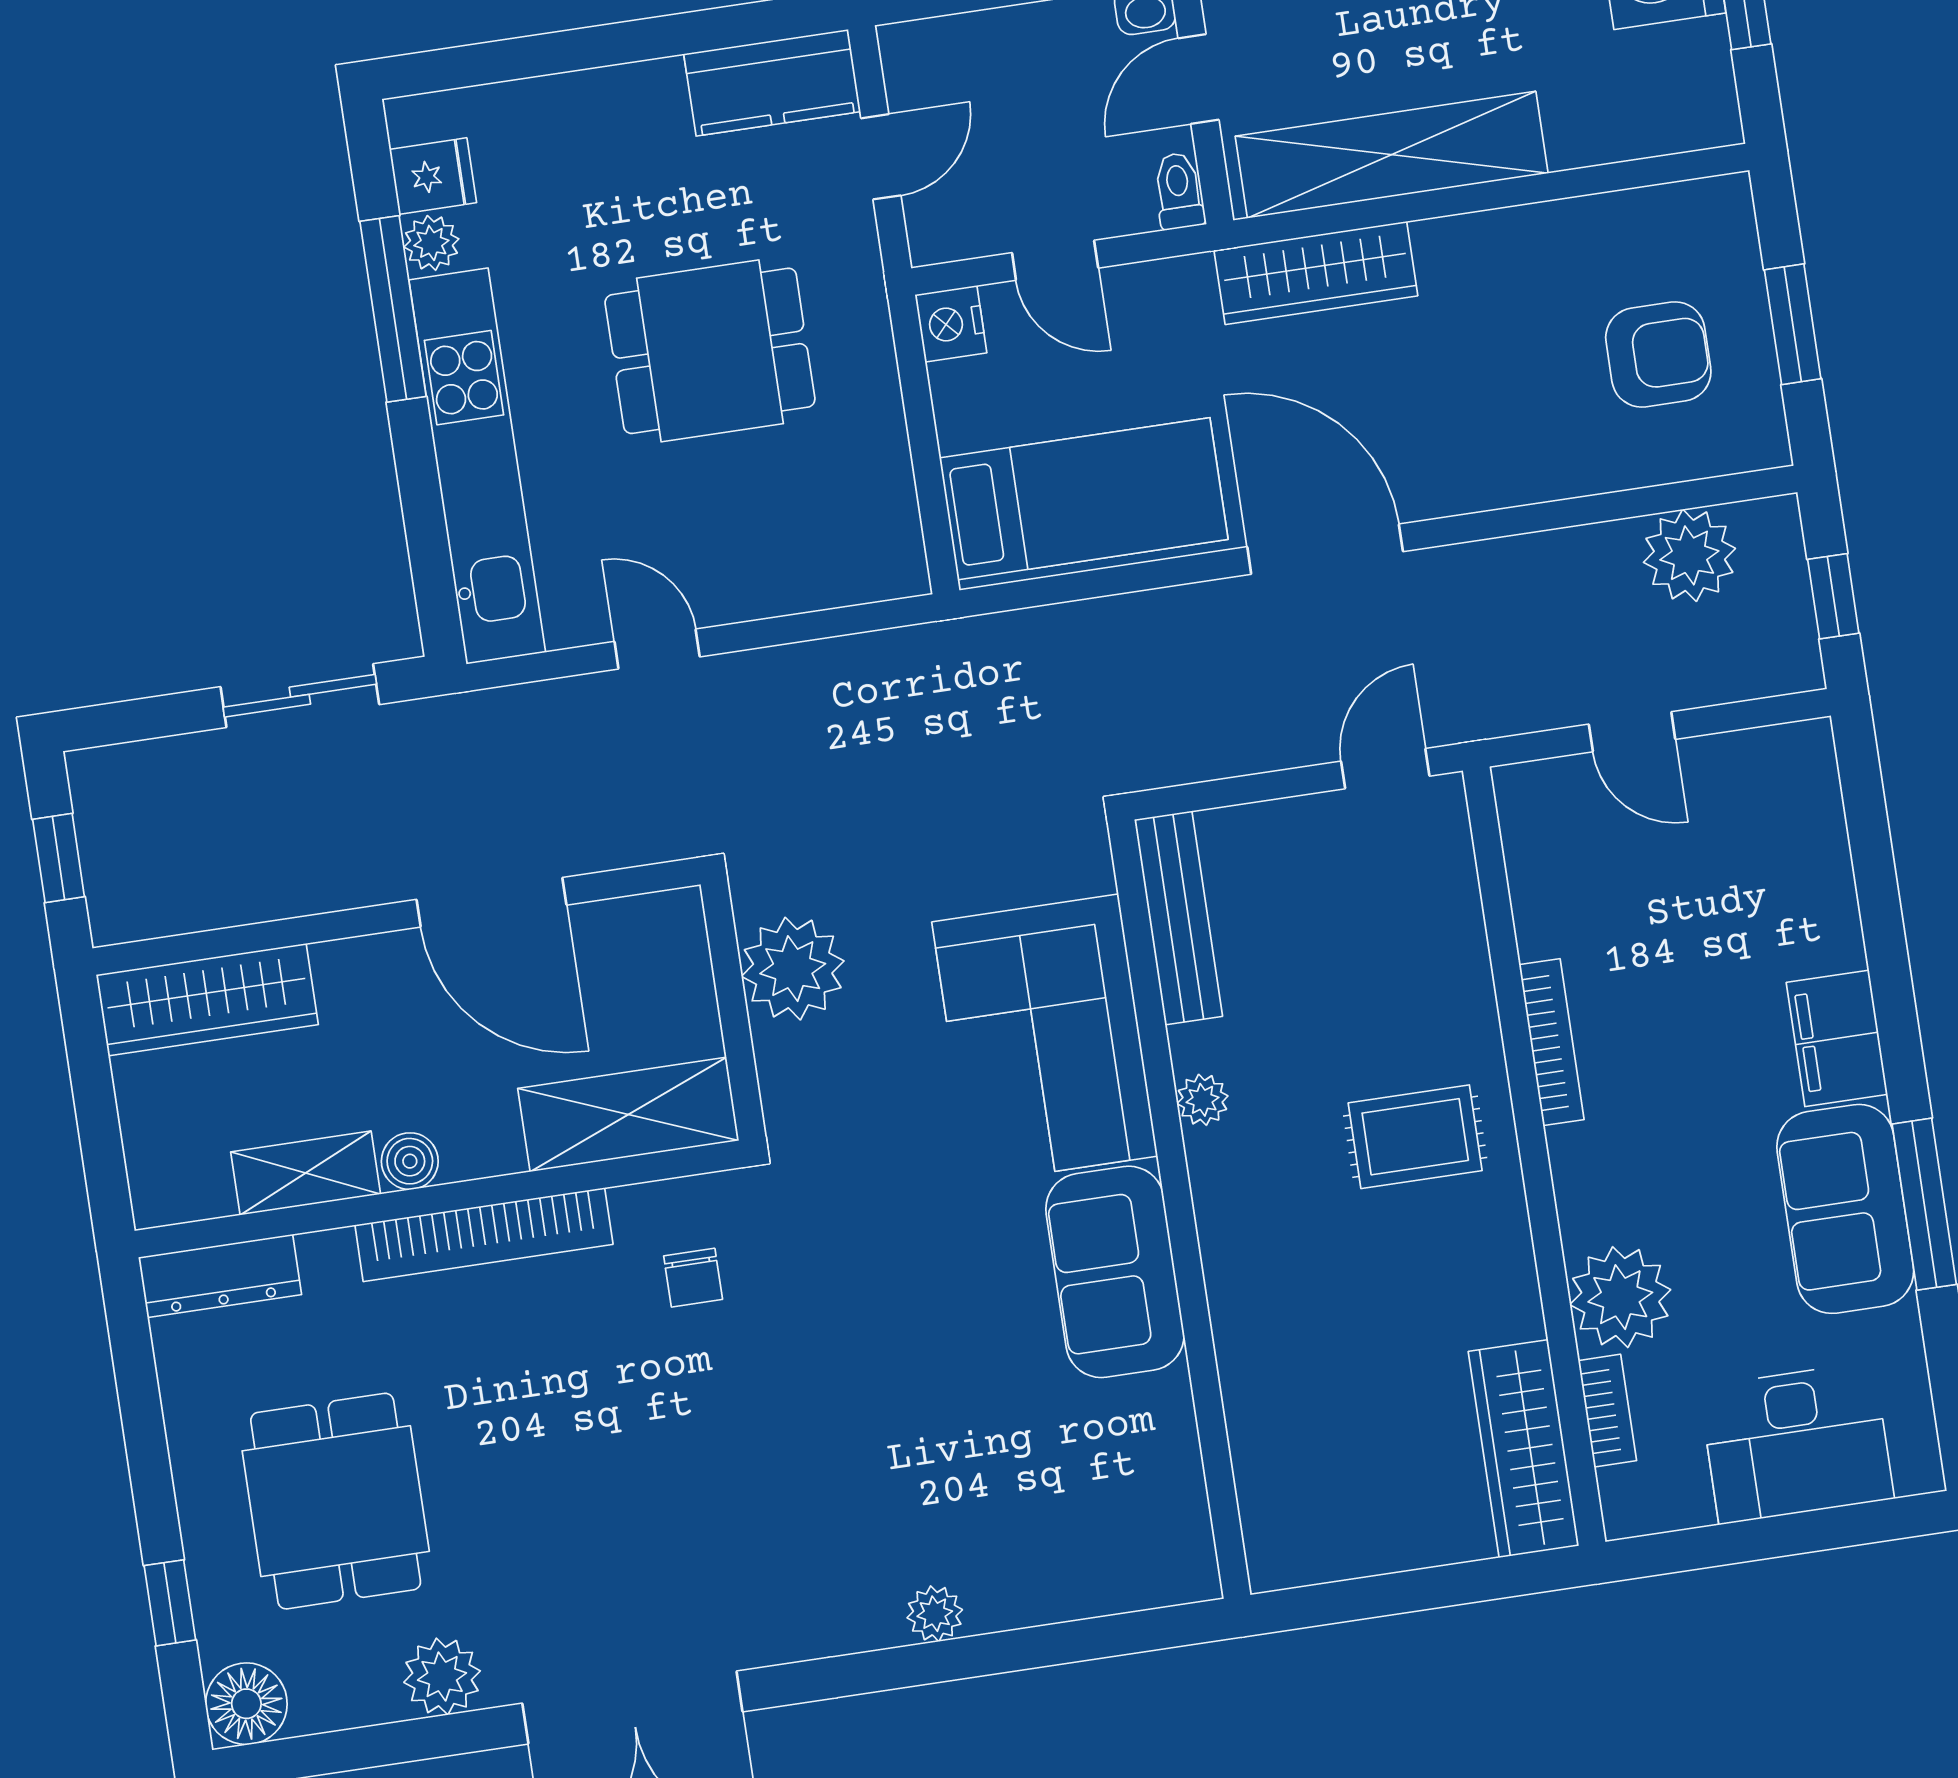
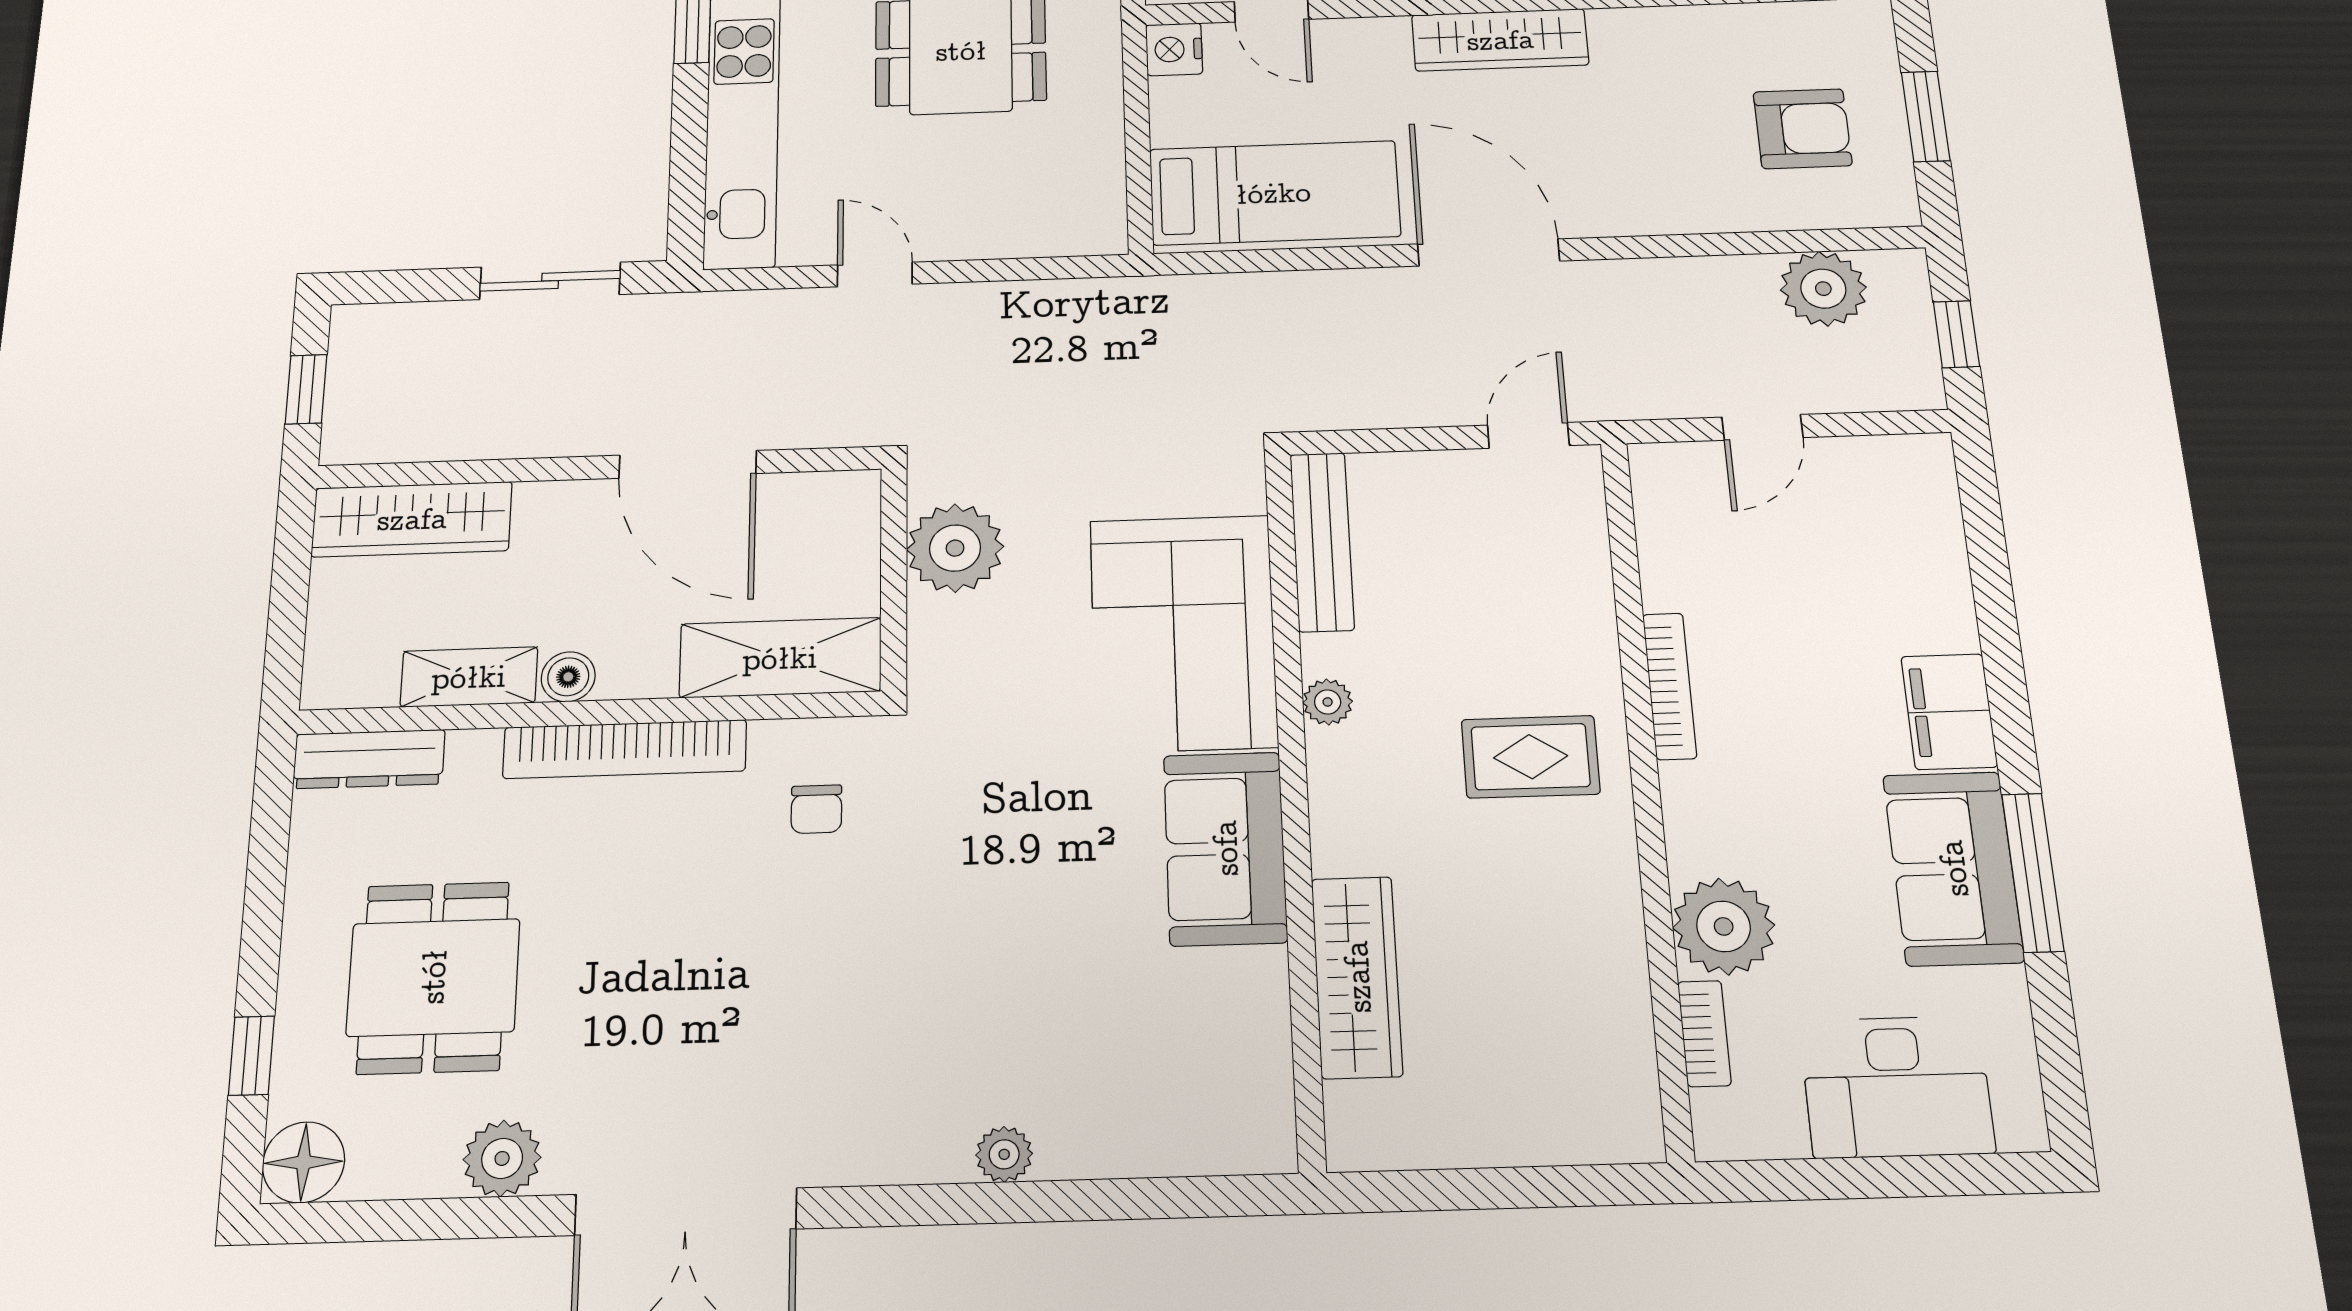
door: (1632, 732) -> (1762, 427), hinge flipped
wardrobe: (1524, 1449) -> (1357, 977), moved, turned 180

